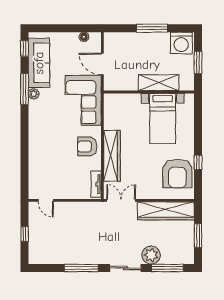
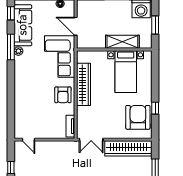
armchair: (87, 146) -> (63, 95), turned -90
wardrobe: (112, 156) -> (83, 84), moved
armchair: (177, 173) -> (138, 117), turned 180
double door: (121, 200) -> (91, 140), swing flipped

